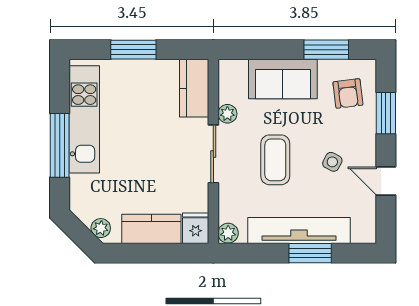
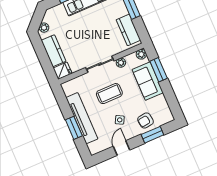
window: (326, 50) -> (159, 70), moved
kitchen counter: (194, 88) -> (128, 30), moved, turned -90
armchair: (348, 93) -> (145, 121), moved
plant: (228, 233) -> (141, 54), moved

